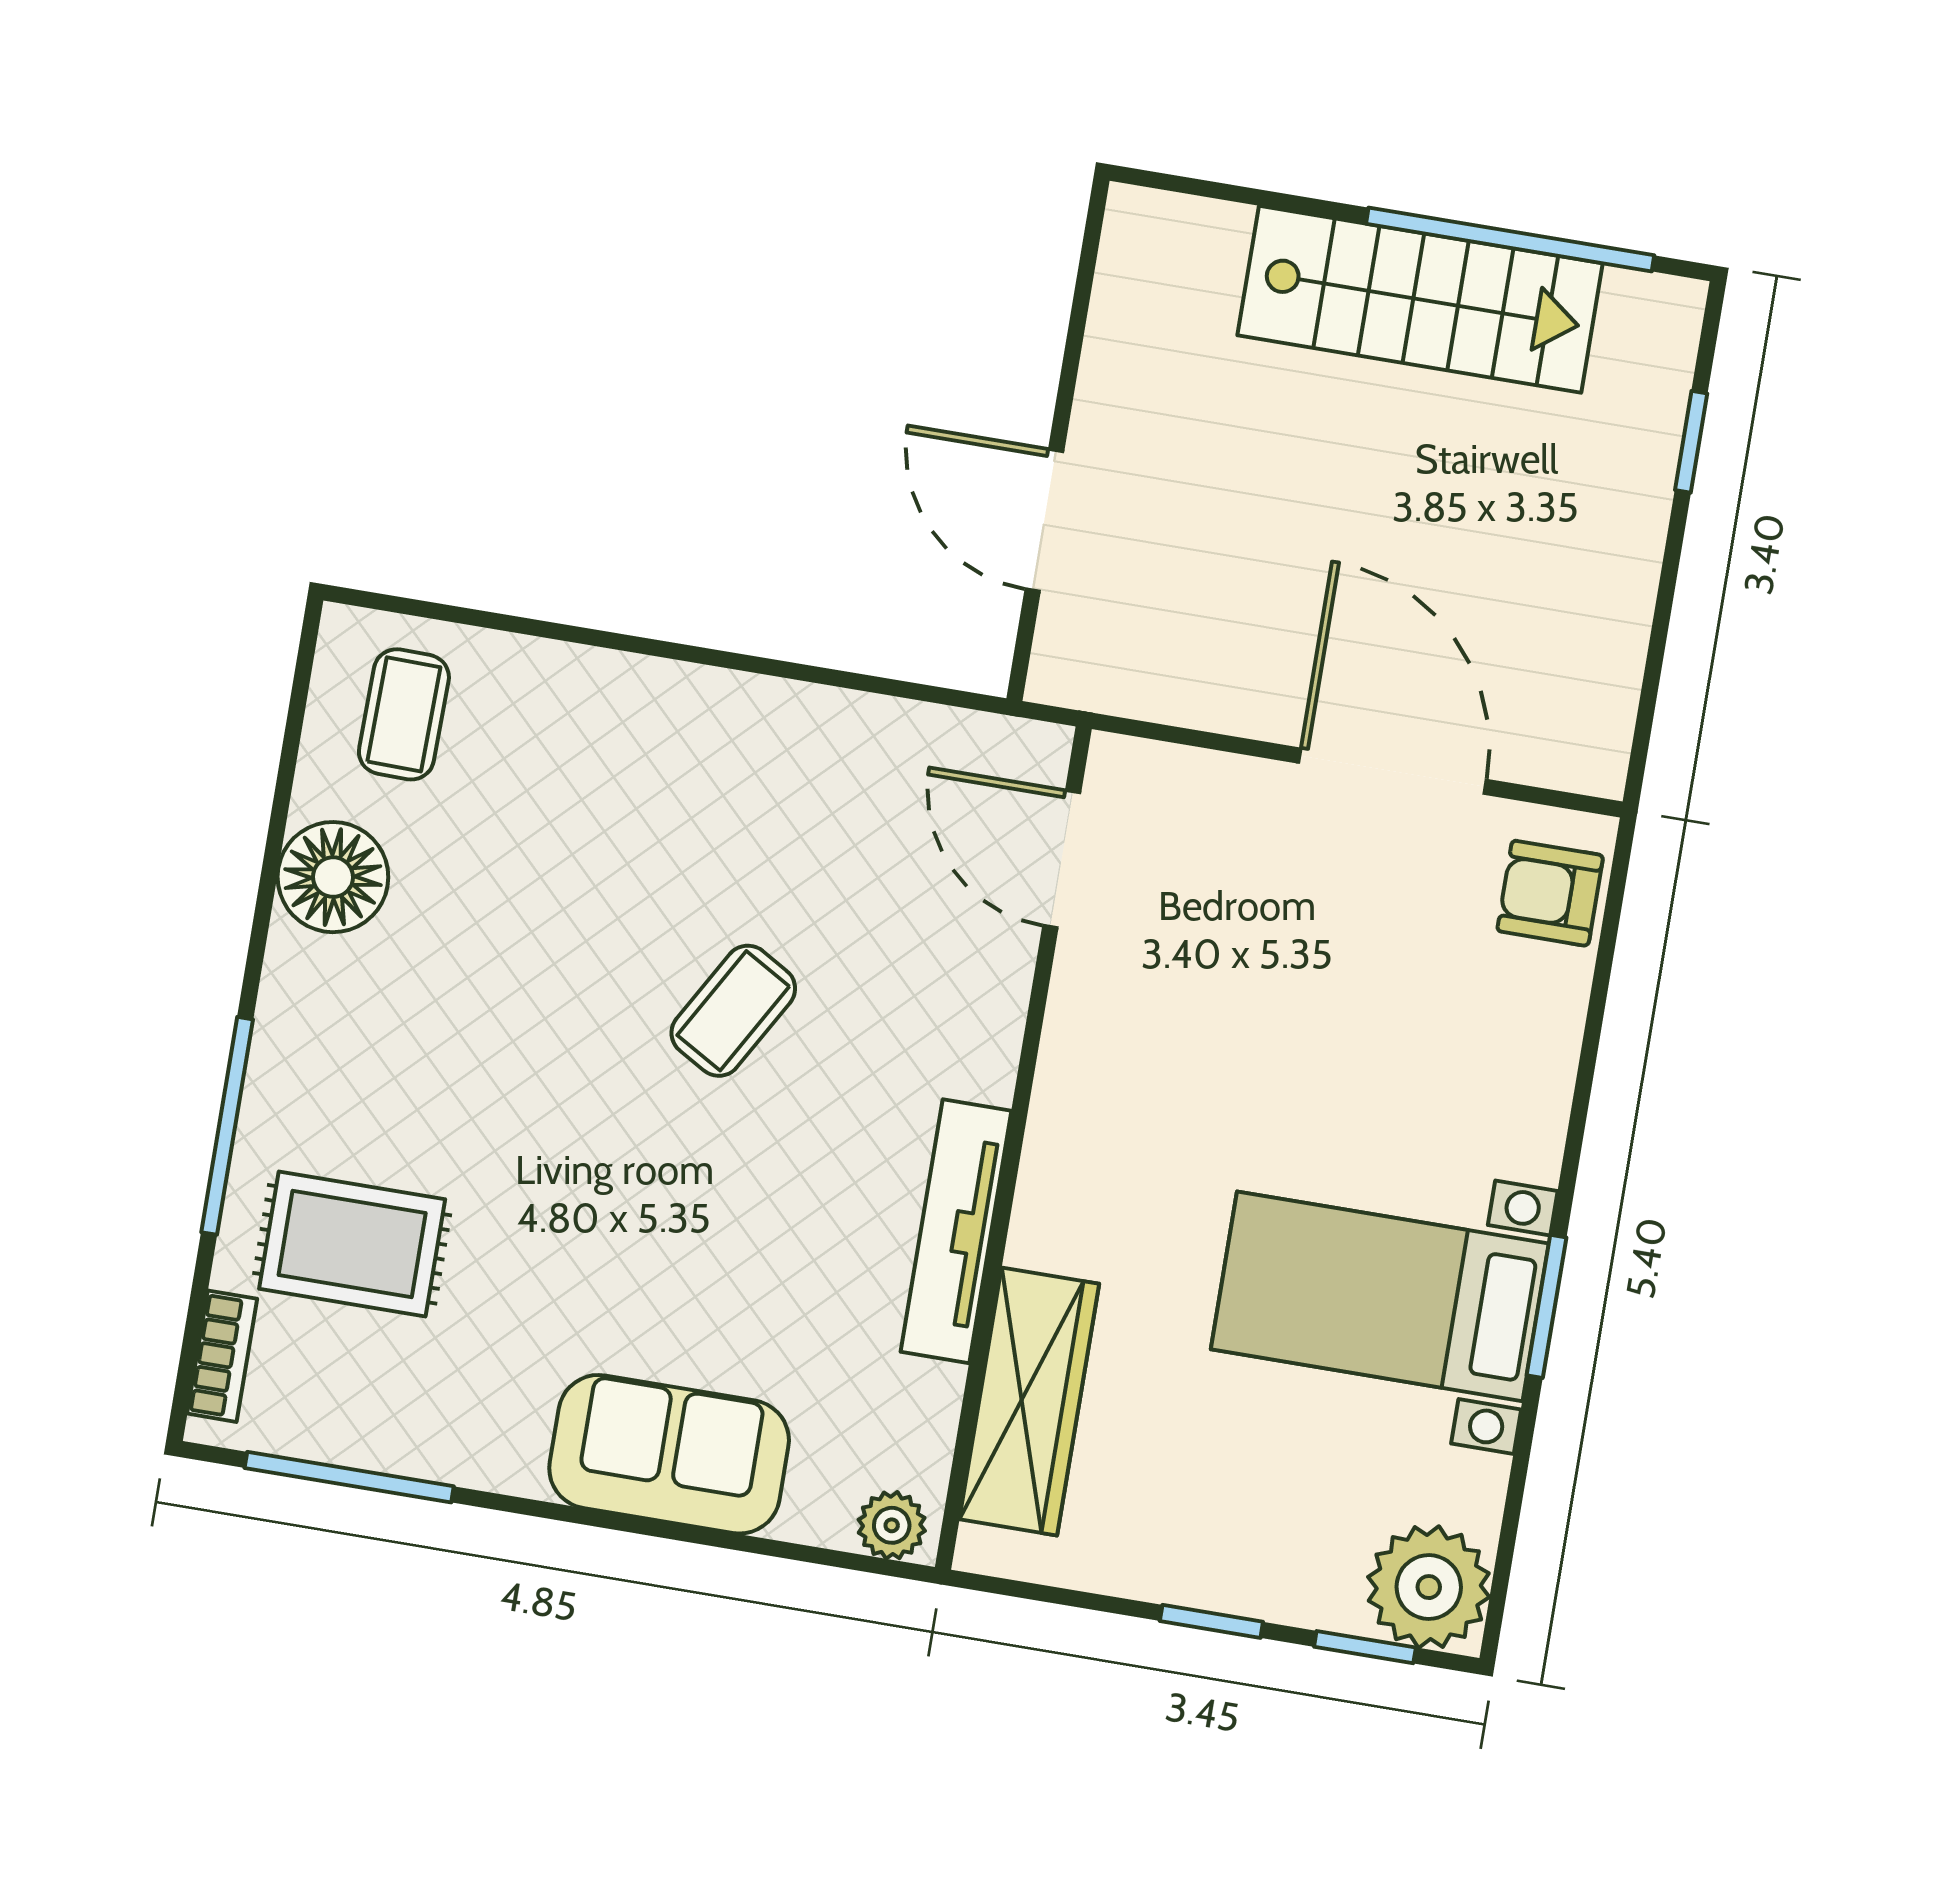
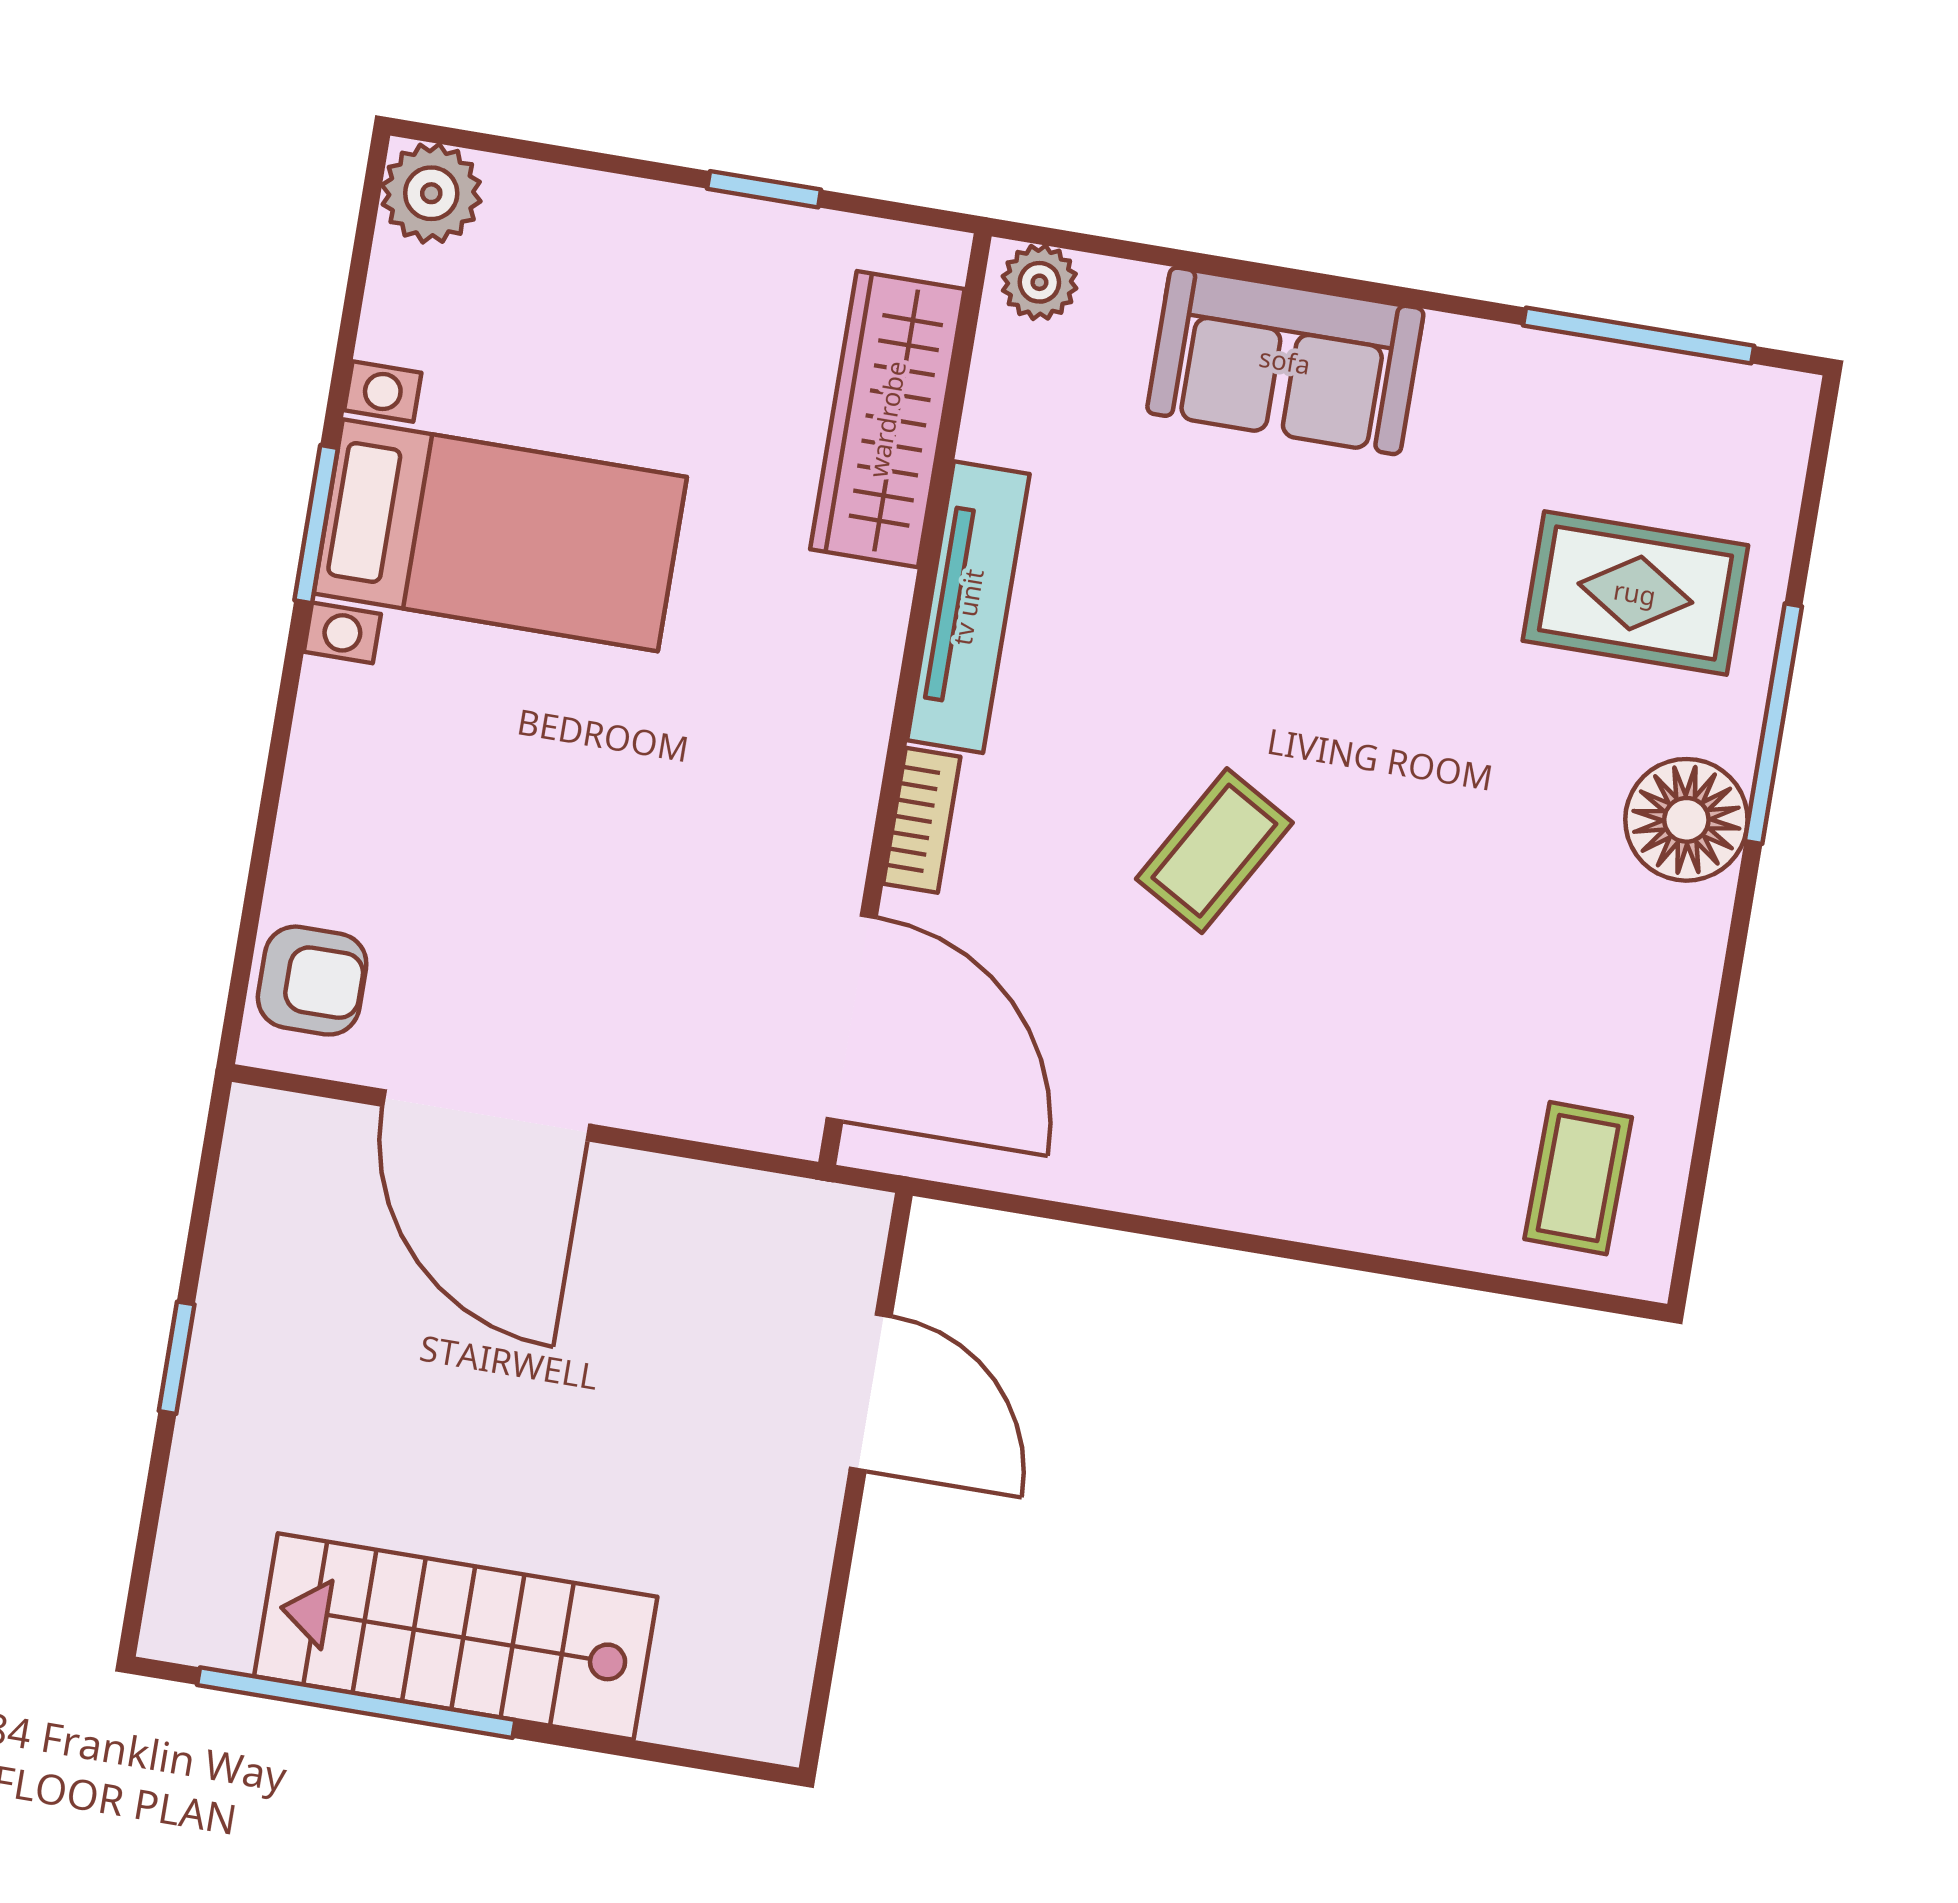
window: (1691, 442) -> (177, 1358), moved
door: (1062, 859) -> (852, 1018), width x1.36
floor lamp: (333, 877) -> (1686, 820), moved
bookcase: (222, 1356) -> (922, 820), moved, turned 180
plant: (1429, 1587) -> (431, 193), width x0.73, depth x0.73
window: (1211, 1621) -> (764, 189), moved
window: (1365, 1647) -> (517, 148), removed

